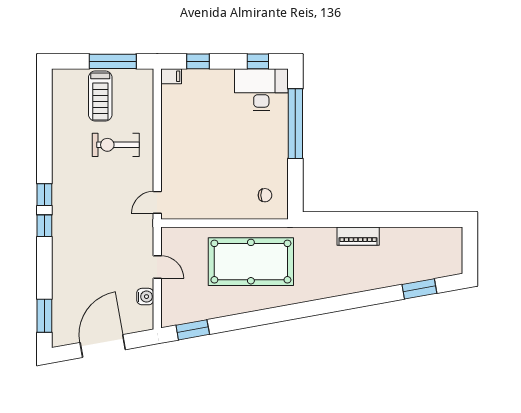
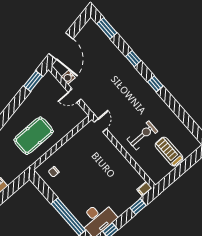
window: (113, 61) -> (177, 172), removed
window: (44, 226) -> (133, 59), moved
pool table: (251, 262) -> (34, 136), width x0.73, depth x0.76
door: (103, 346) -> (61, 46), moved

